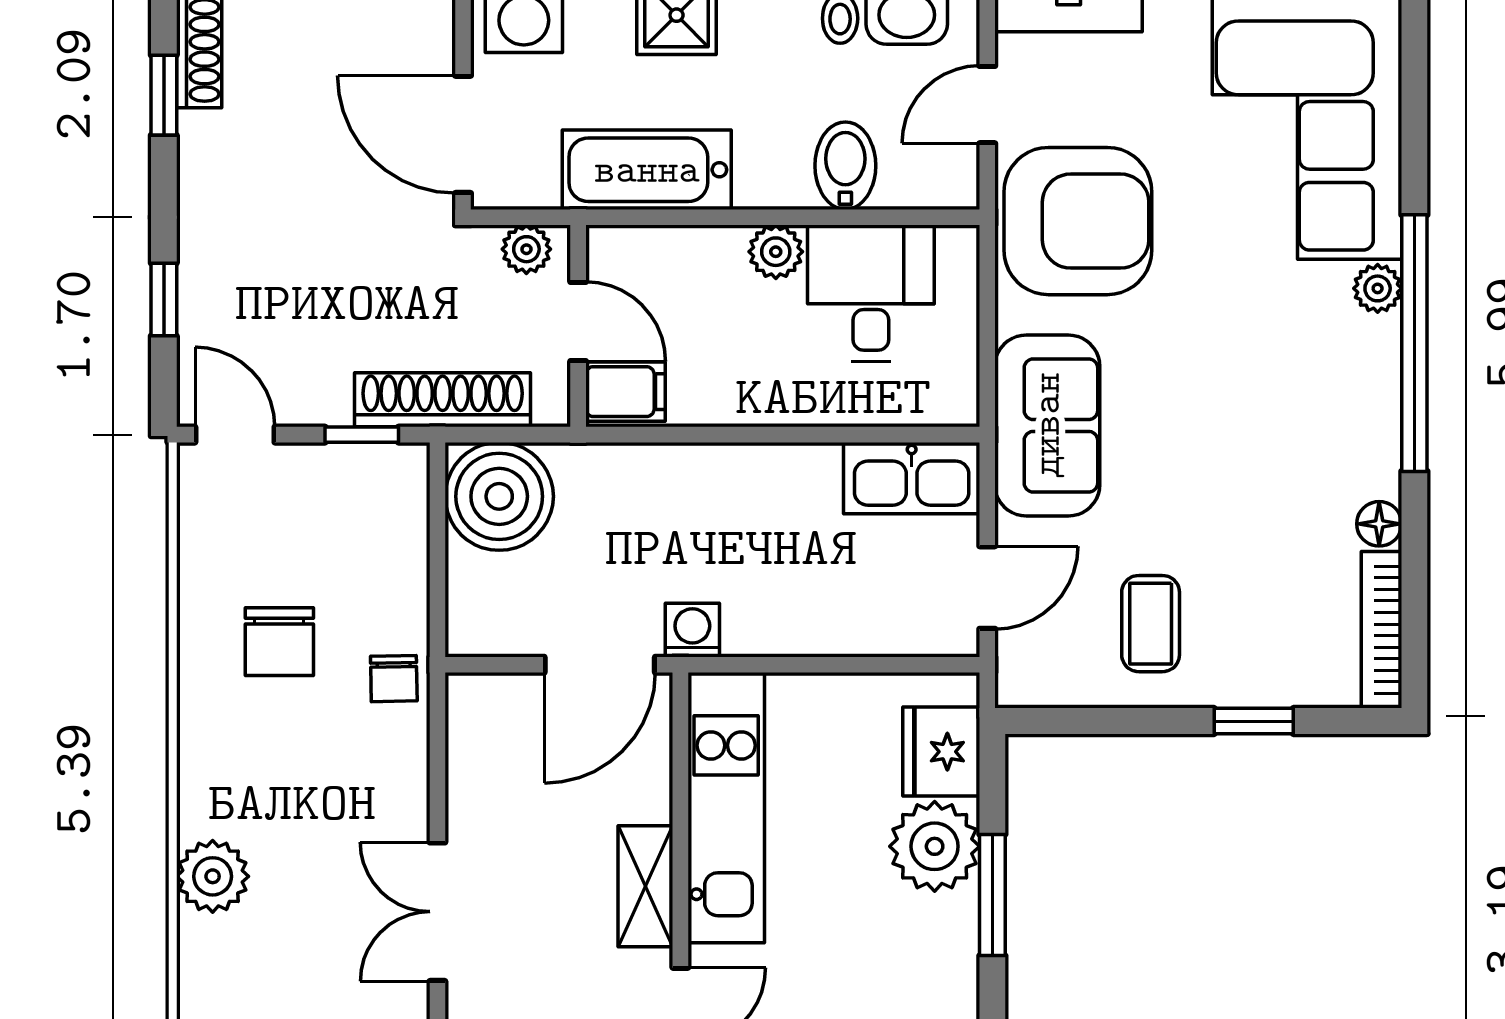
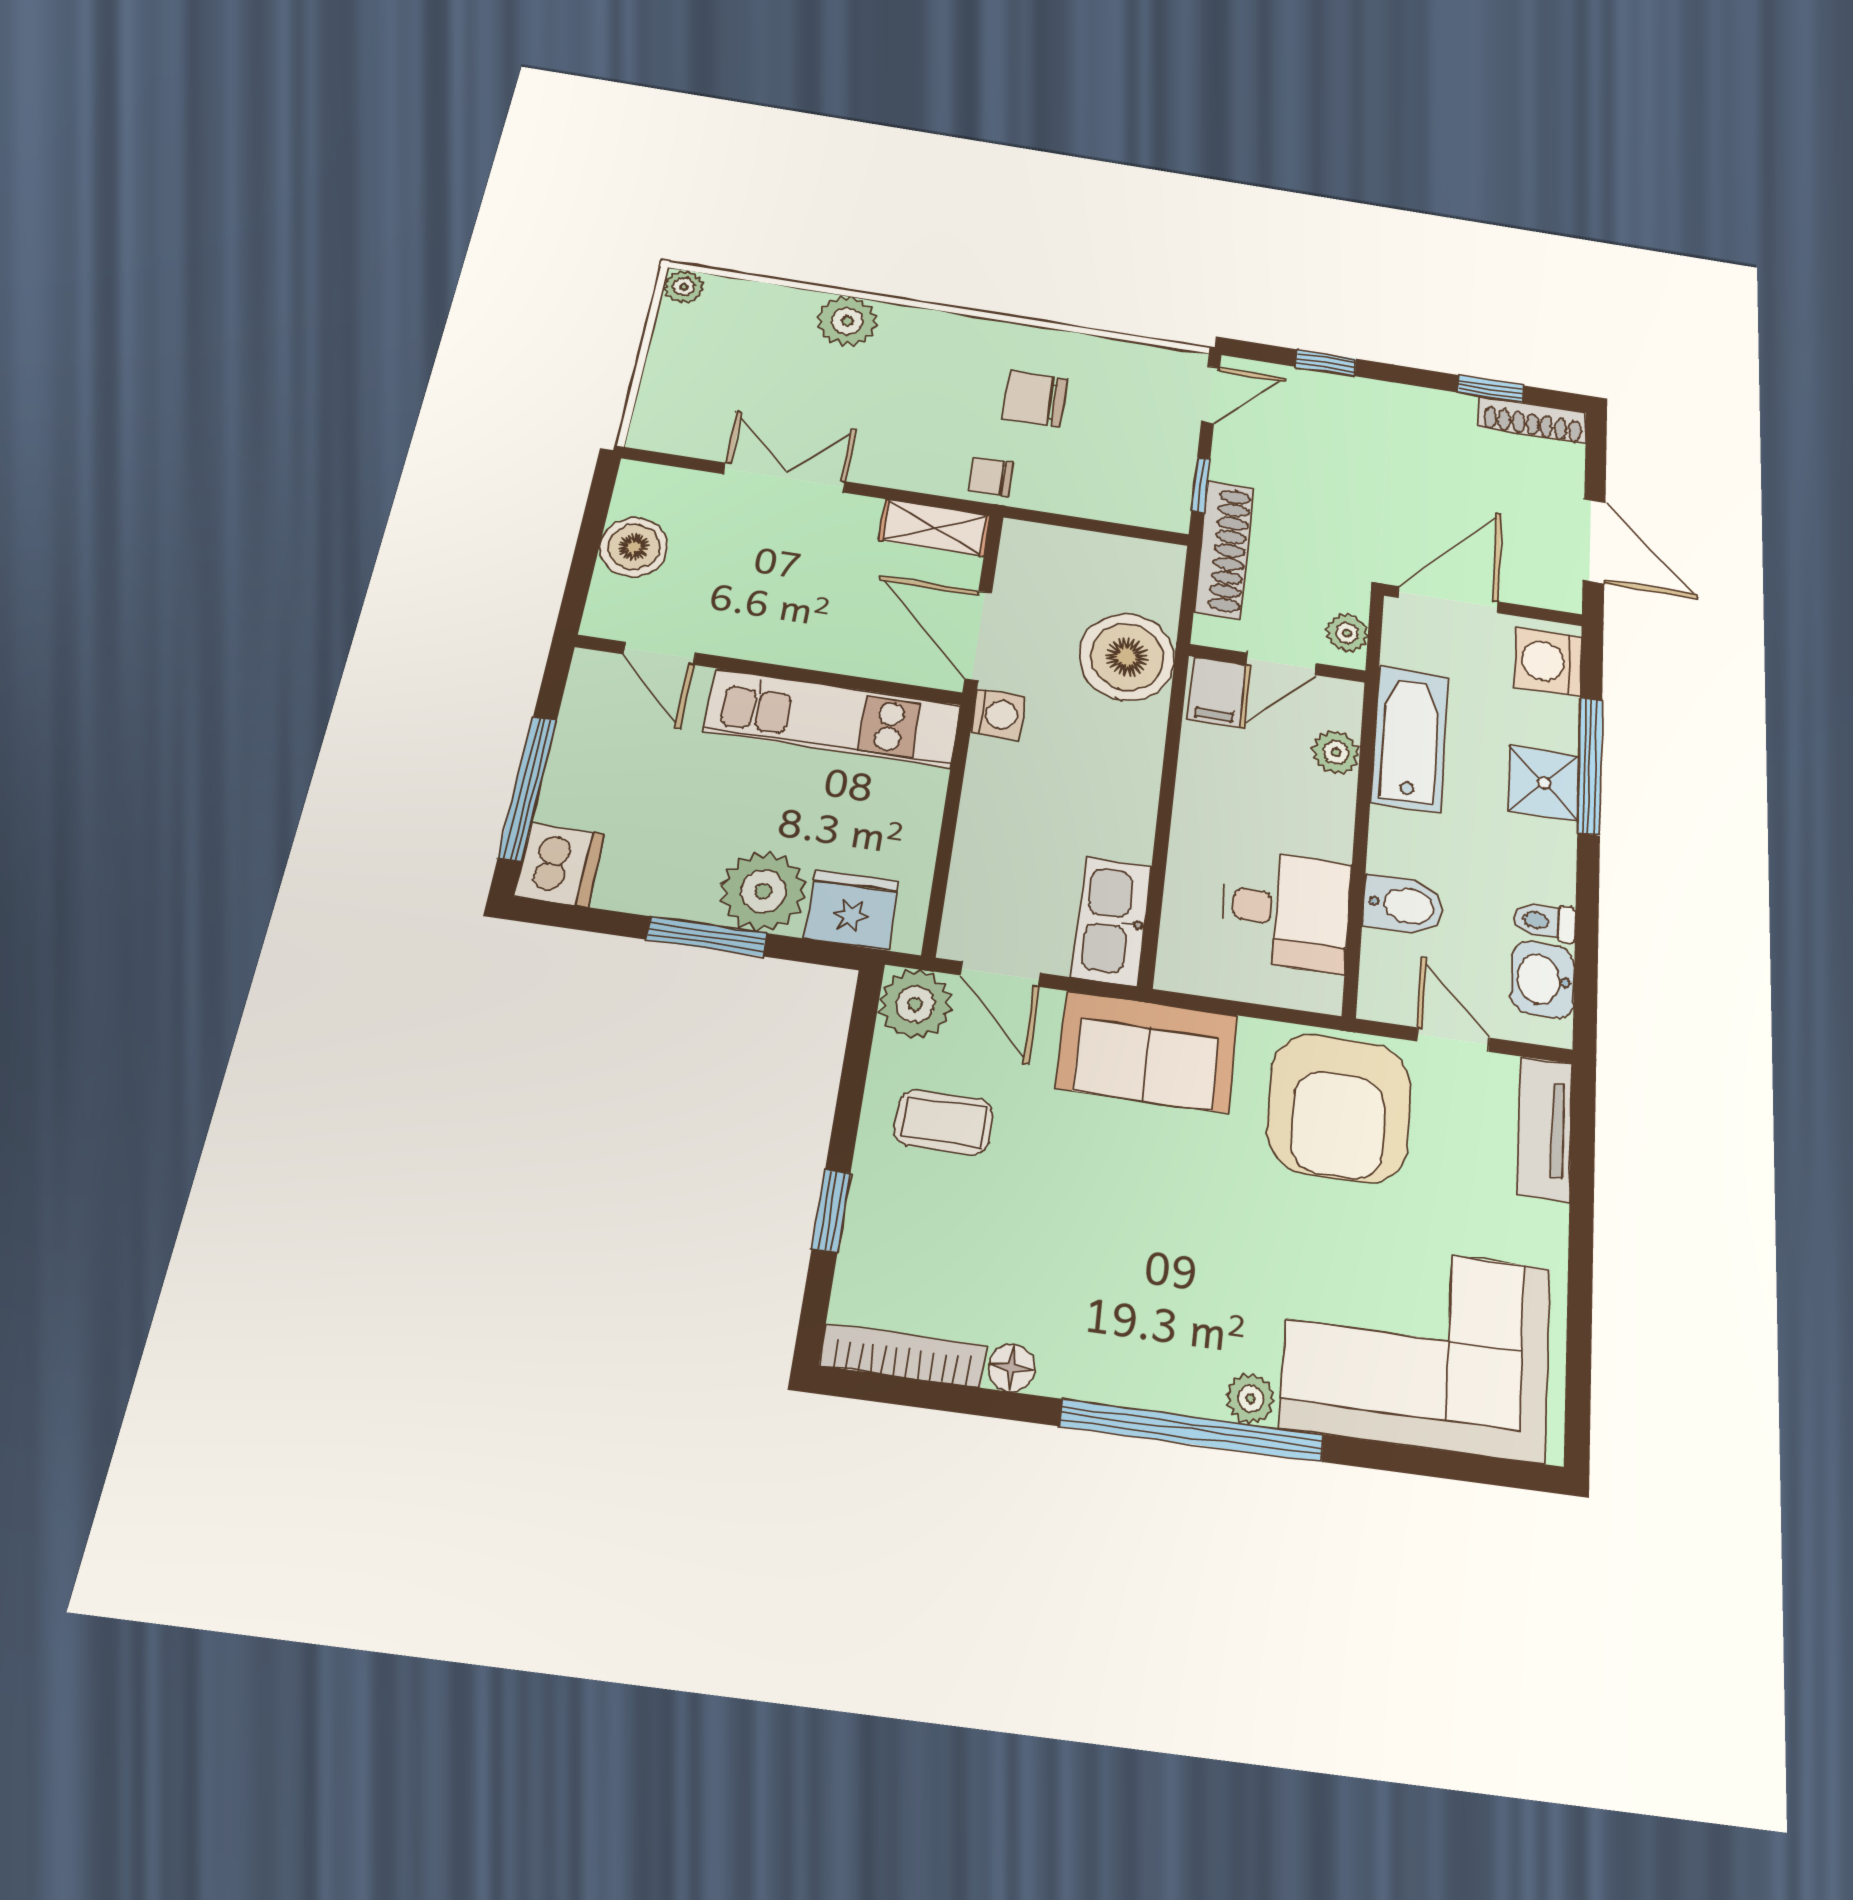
plant: (776, 252) -> (1336, 752), moved
boiler: (499, 496) -> (1127, 657), moved
plant: (1033, 671) -> (915, 1004), added
shelving: (645, 886) -> (935, 528), moved

